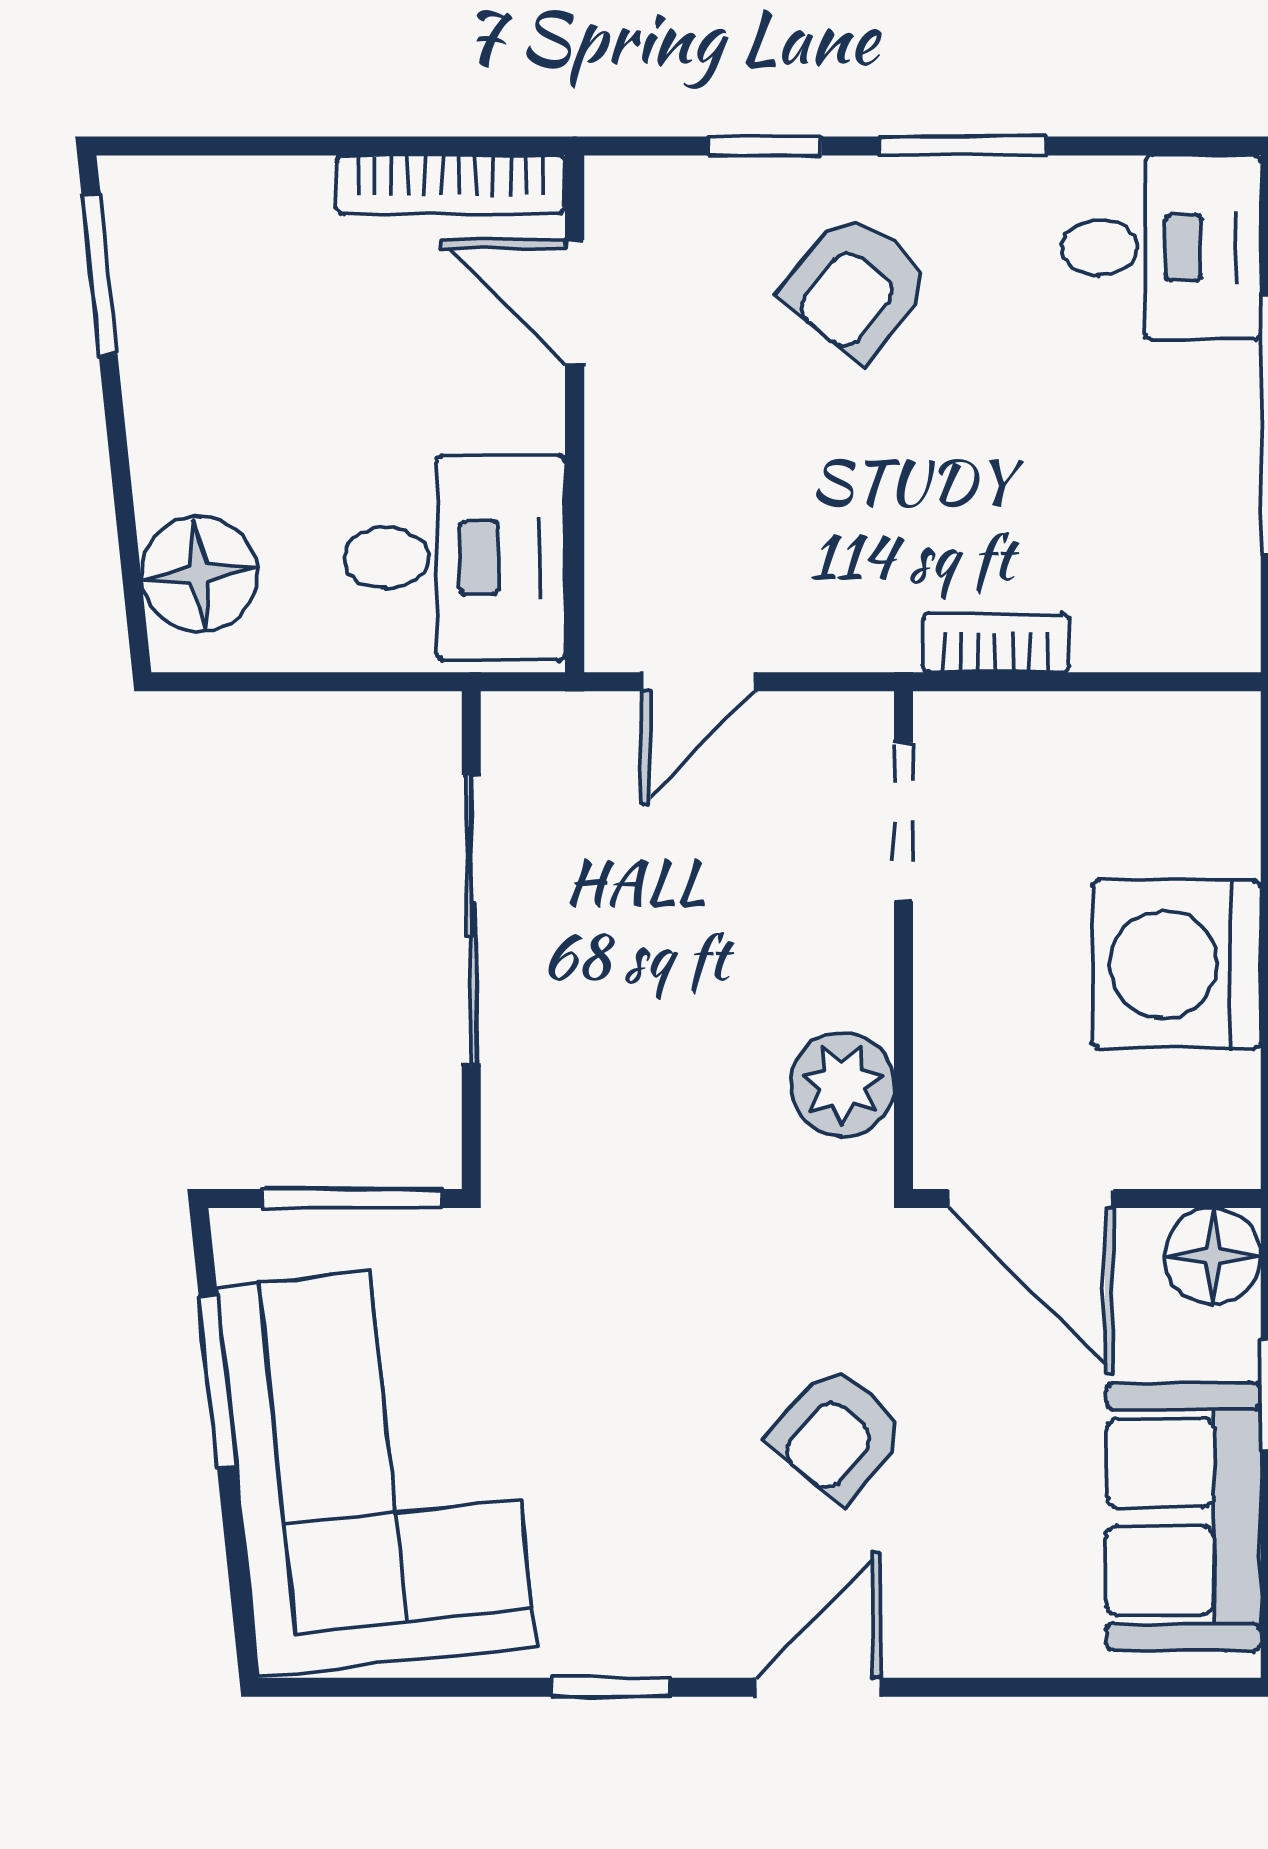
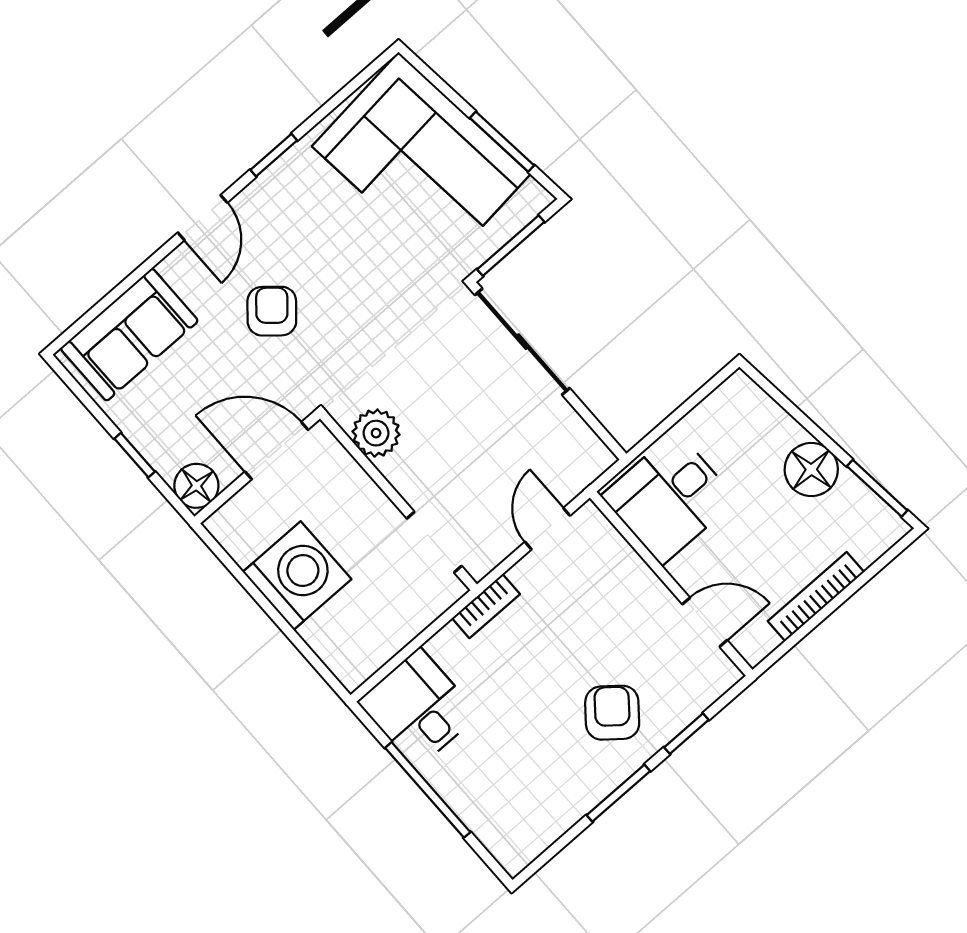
bookcase: (451, 185) -> (816, 597), moved
desk: (1161, 248) -> (418, 708), moved, turned 90
floor lamp: (199, 574) -> (811, 470), moved
bookcase: (996, 643) -> (486, 606), moved
sliding door: (471, 920) -> (522, 342), moved
sofa: (1183, 1517) -> (129, 335), moved, turned 90

